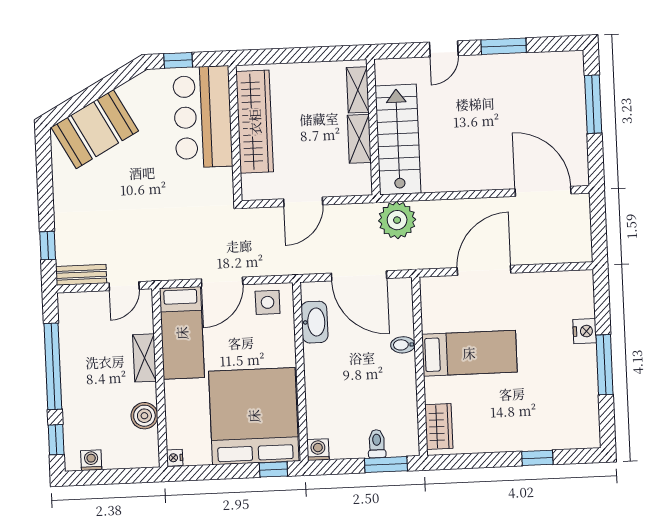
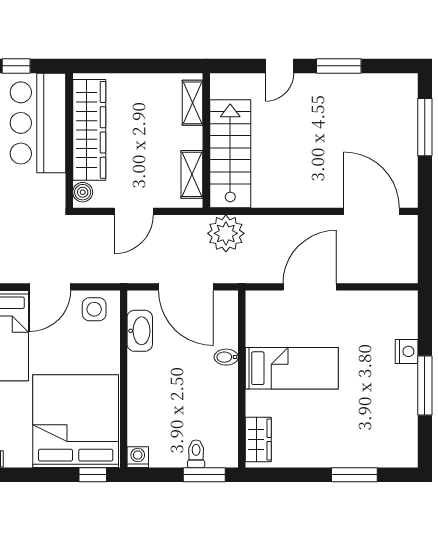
shelving: (359, 139) -> (192, 174), moved
boiler: (251, 185) -> (83, 192), added
window: (537, 458) -> (354, 475), width x1.50

